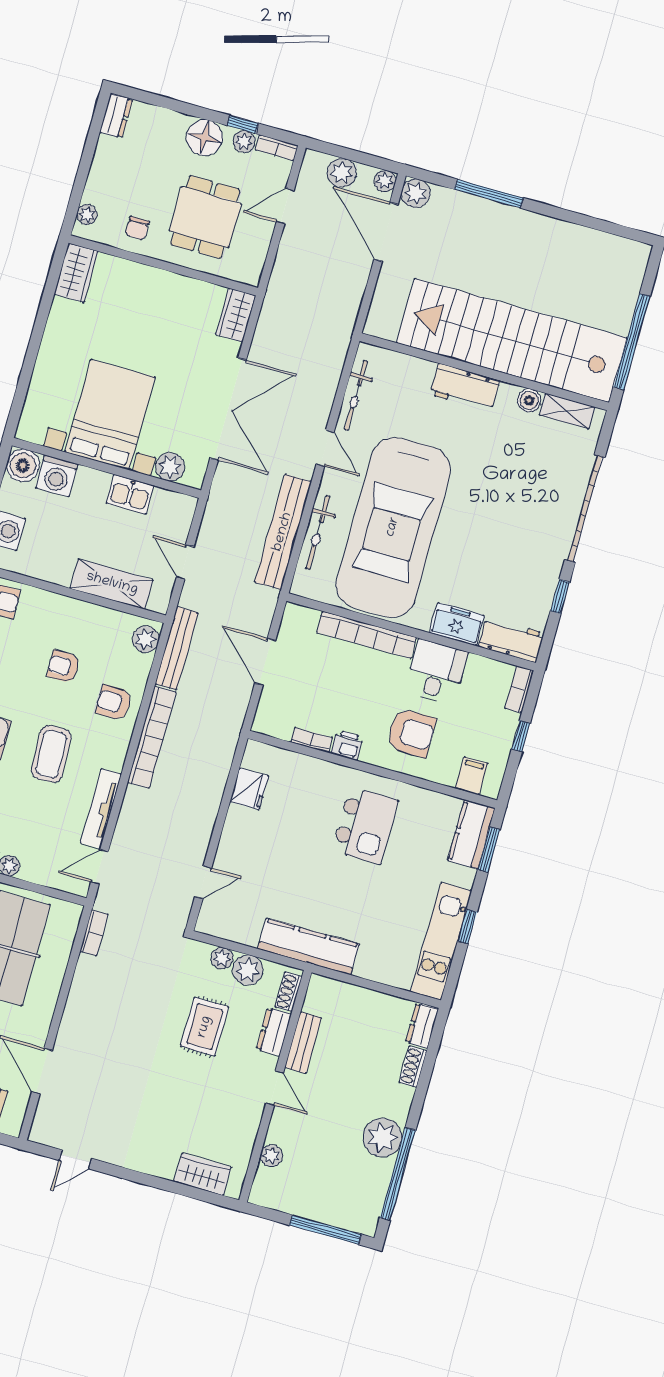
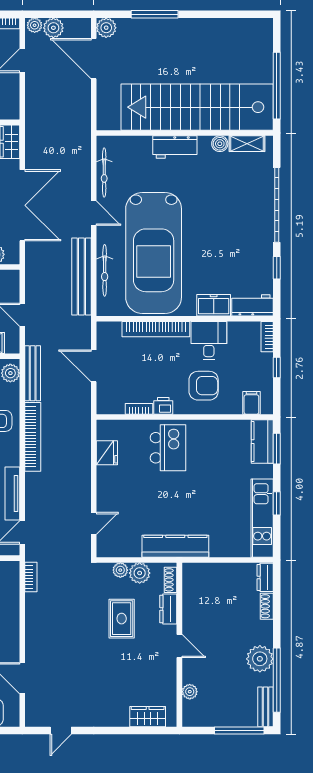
plant: (385, 181) -> (35, 25), moved
kitchen island: (365, 825) -> (168, 448), moved
bench: (303, 1043) -> (266, 707), moved

